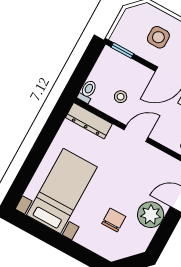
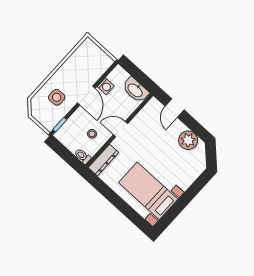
door: (136, 134) -> (120, 129), hinge flipped
plant: (151, 215) -> (188, 140), moved
chair: (114, 220) -> (177, 159), removed

